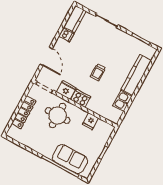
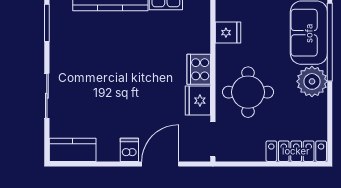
dishwasher: (66, 35) -> (129, 150), moved
trolley: (98, 72) -> (141, 64), removed
locker: (24, 112) -> (296, 151), moved
plant: (46, 148) -> (312, 81), added

